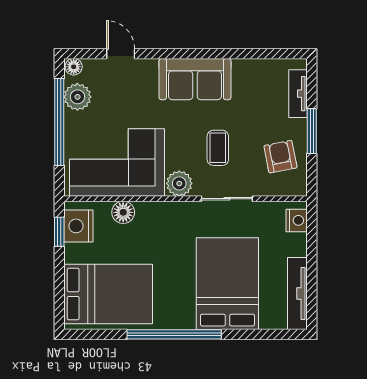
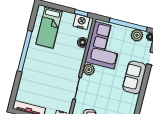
sofa: (195, 79) -> (134, 77), moved
coffee table: (218, 148) -> (100, 90), removed
bed: (227, 284) -> (41, 79), removed
bed: (108, 294) -> (49, 27), width x0.67

